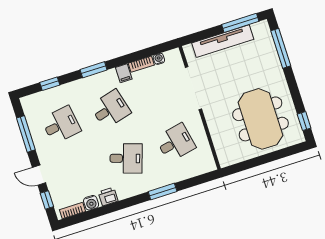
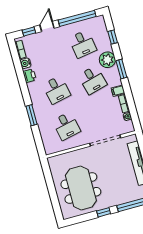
plant: (81, 90) -> (107, 60), added
meeting table: (260, 119) -> (81, 188), turned 90
window: (304, 121) -> (104, 212), moved
window: (26, 134) -> (77, 18), width x1.46
desk: (126, 158) -> (56, 90), turned -30

